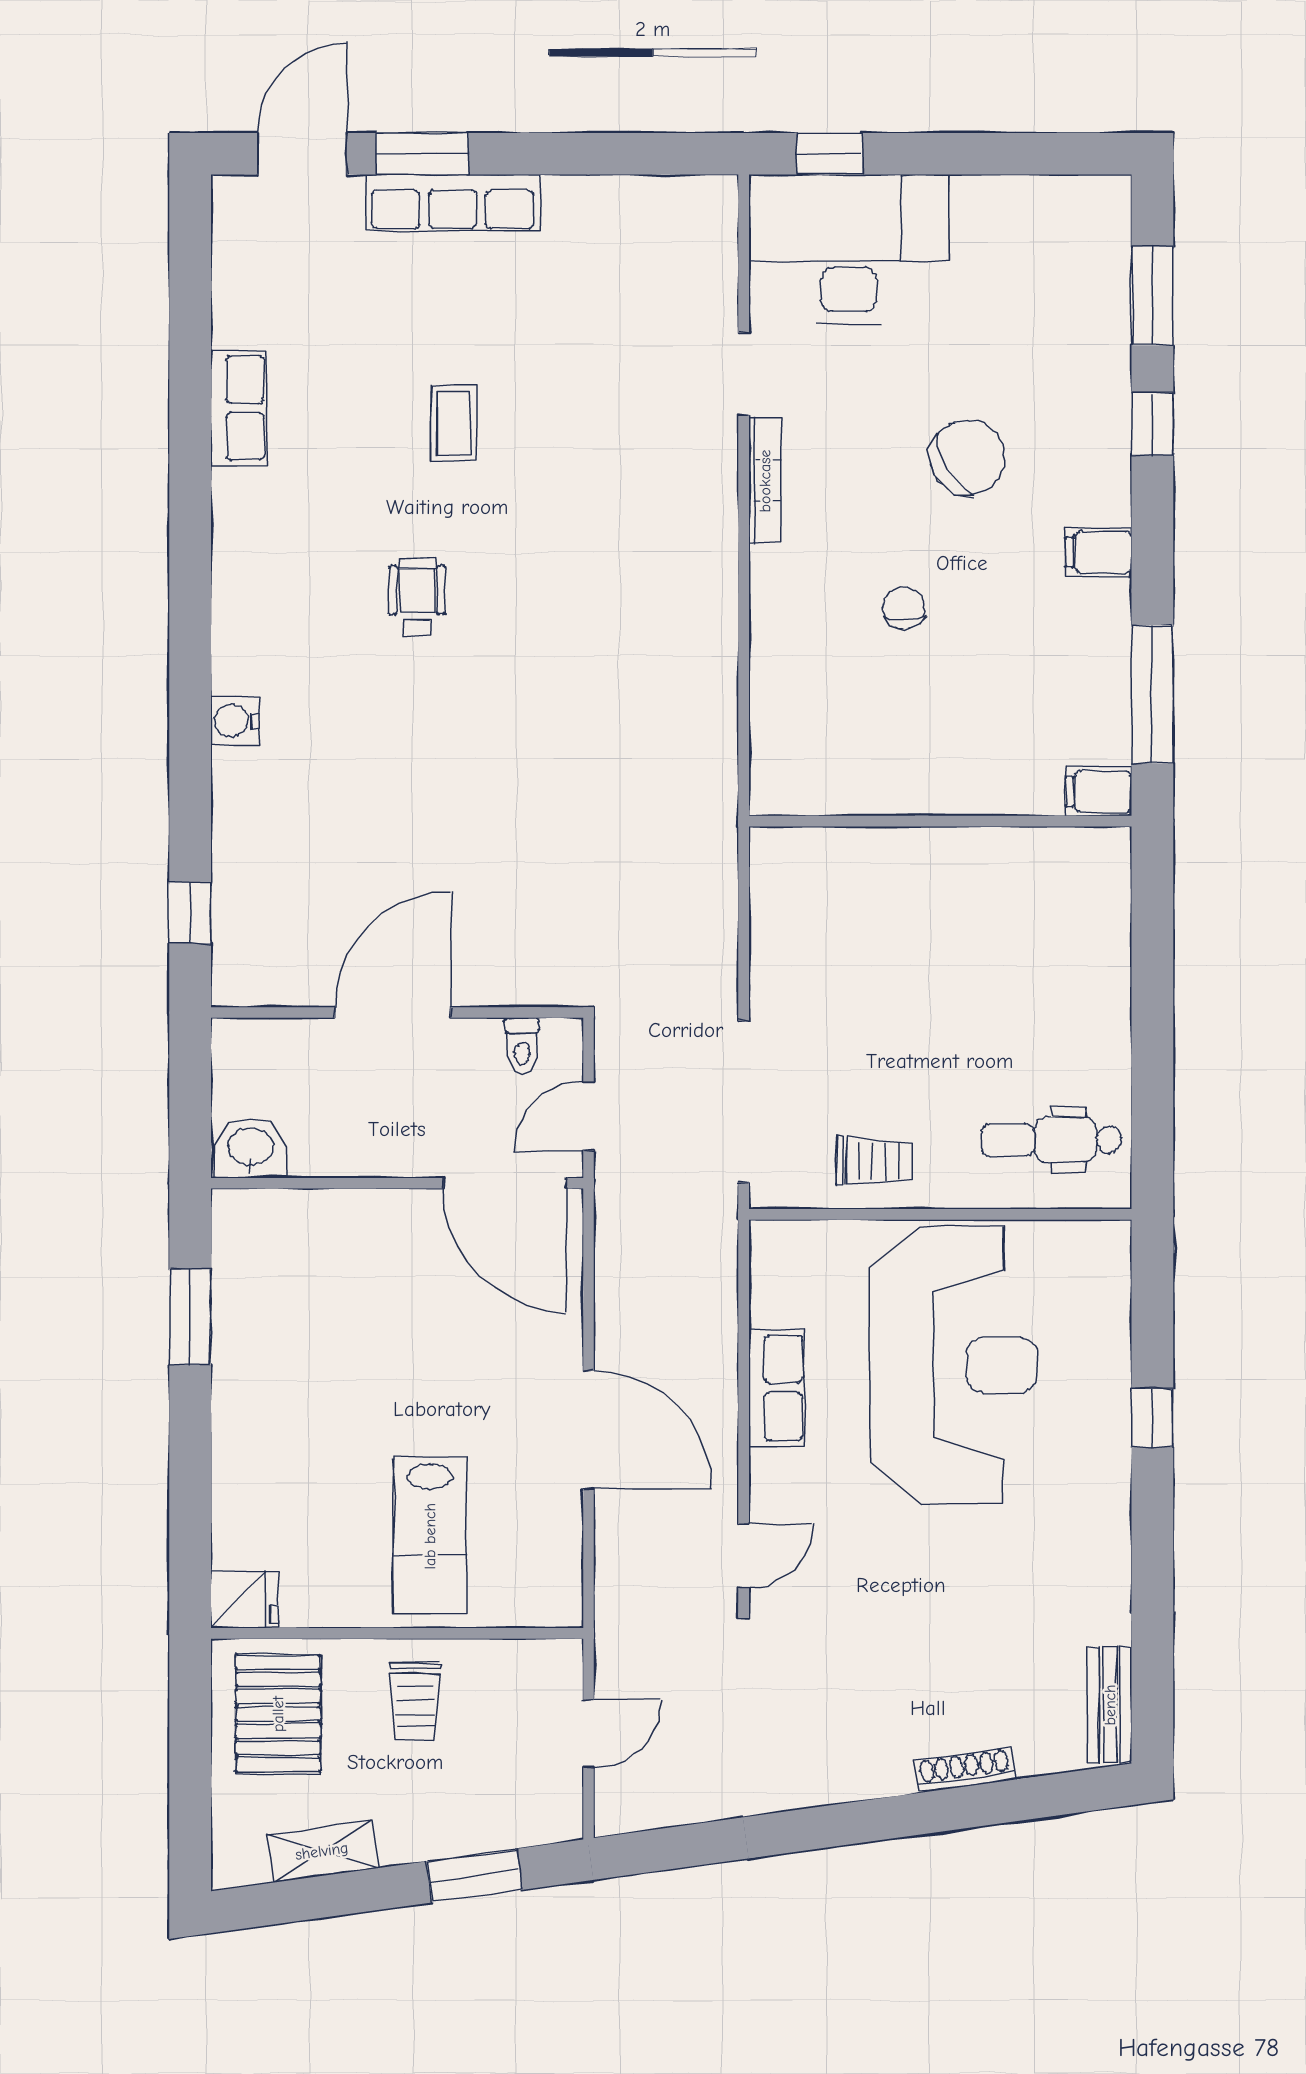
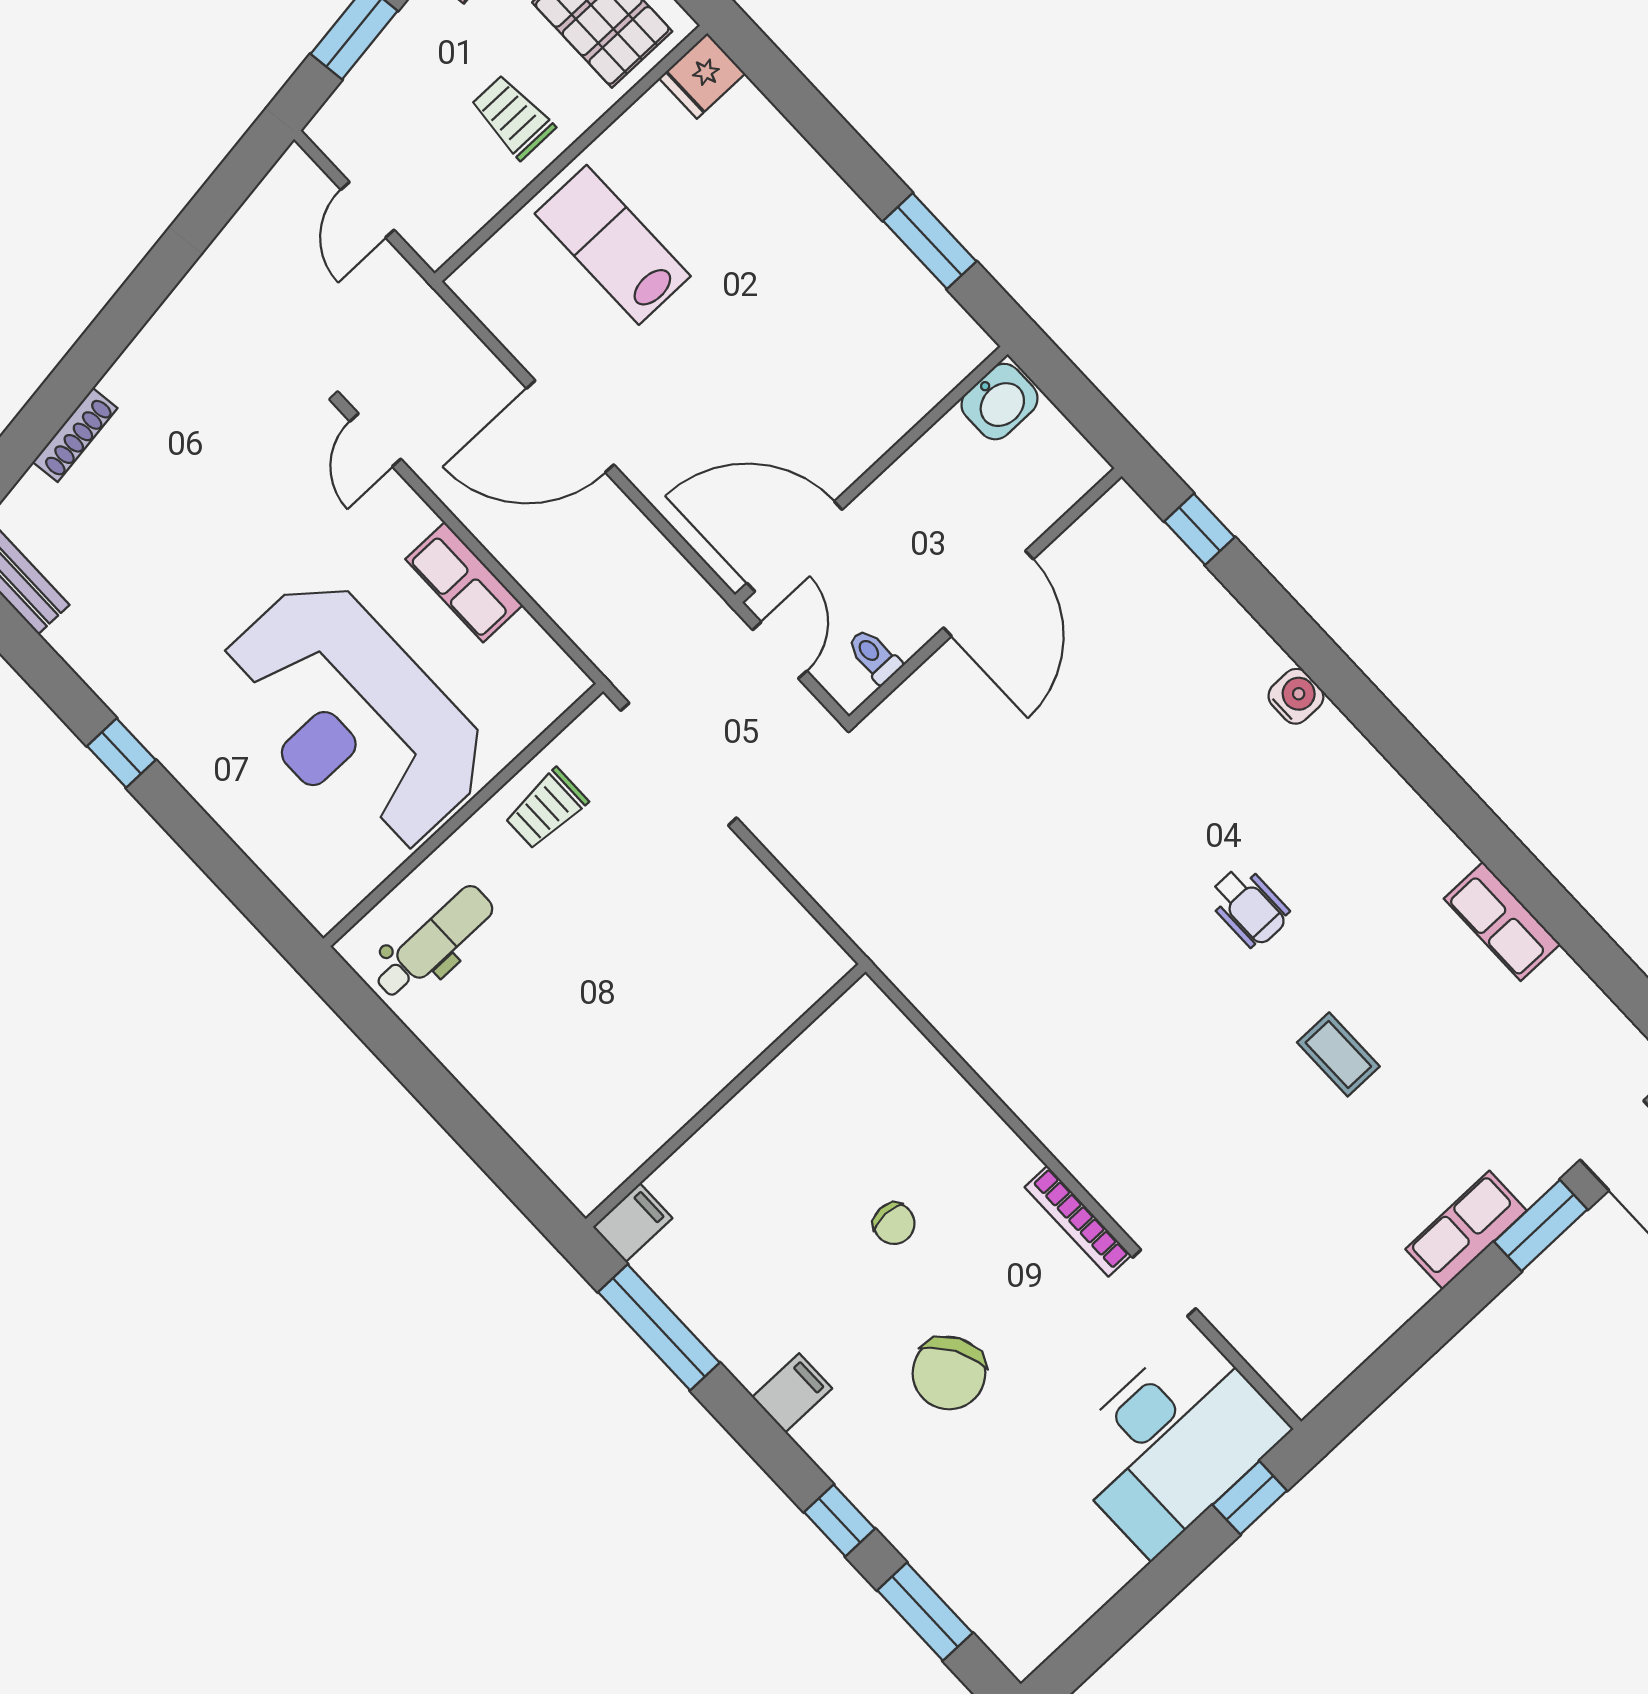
row of seats: (453, 203) -> (1466, 1230), width x0.68
window: (1152, 1418) -> (121, 753), moved

